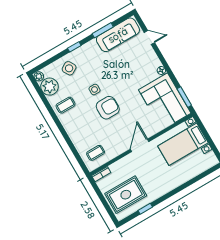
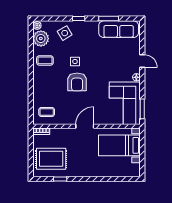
door: (149, 37) -> (142, 61), moved
armchair: (108, 108) -> (77, 82), turned 90

